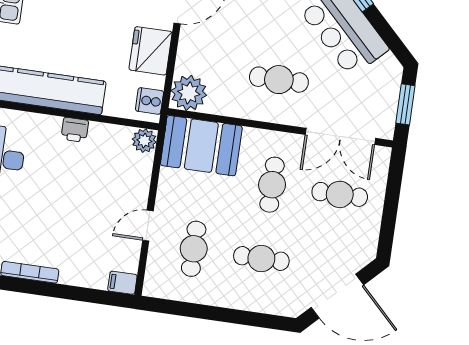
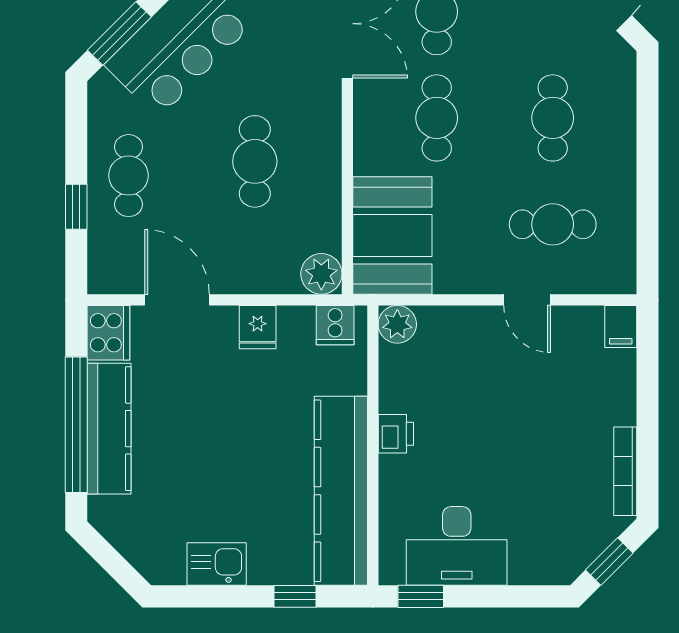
fridge: (151, 51) -> (258, 327), width x0.53, depth x0.75
cafe table: (279, 80) -> (255, 161), moved
plant: (189, 93) -> (321, 274), width x0.73, depth x0.73
cafe table: (272, 185) -> (437, 118), turned 90

